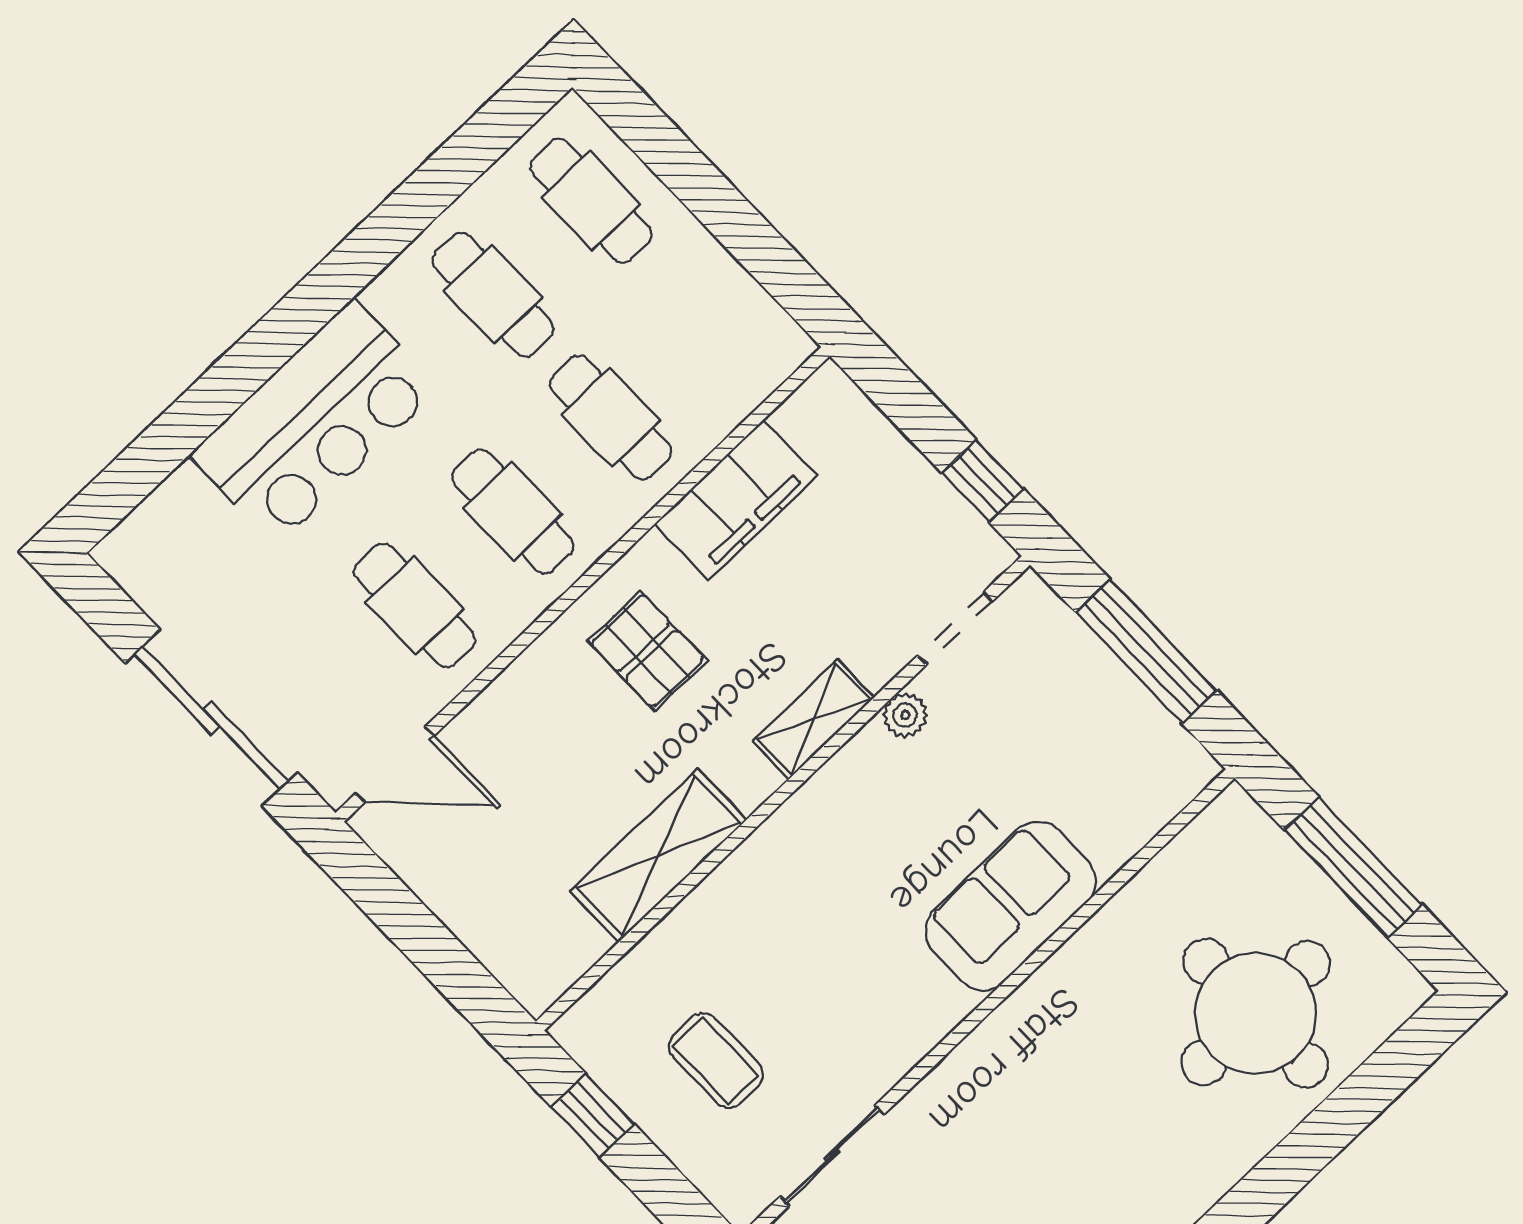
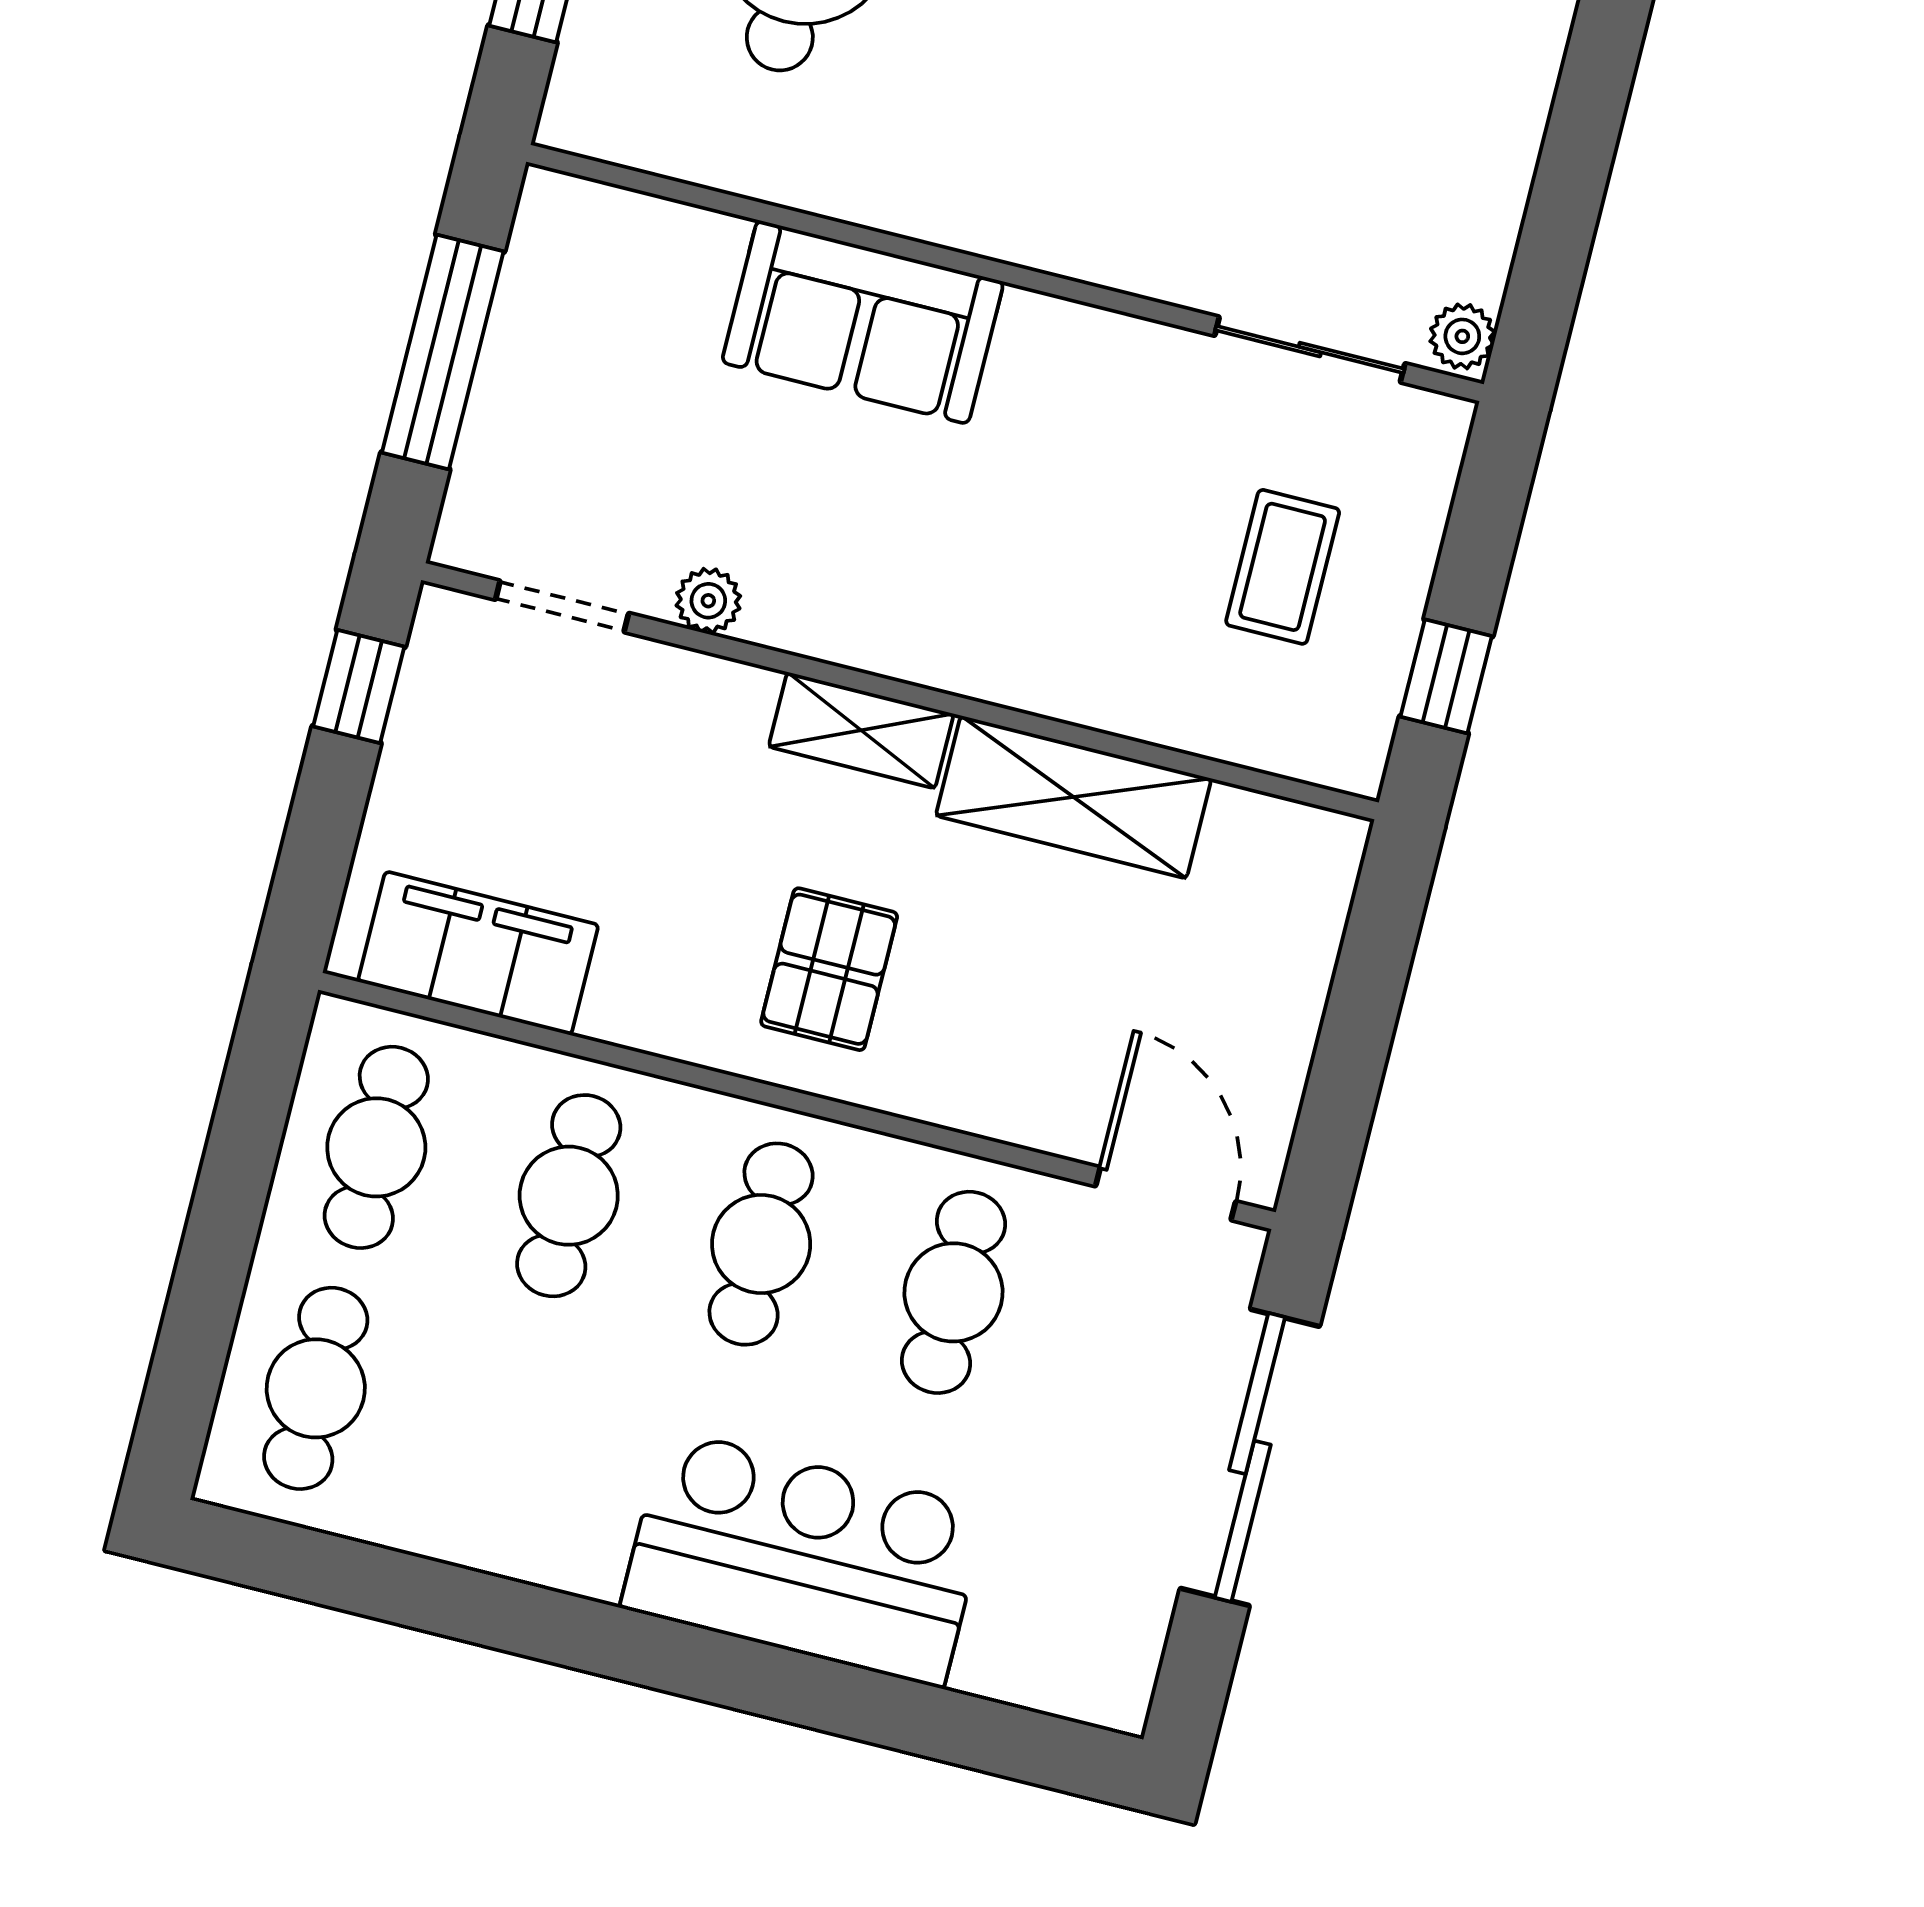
cafe table: (493, 295) -> (376, 1147), moved
filing cabinet: (736, 500) -> (478, 953), moved
shelving: (813, 719) -> (861, 730), moved

